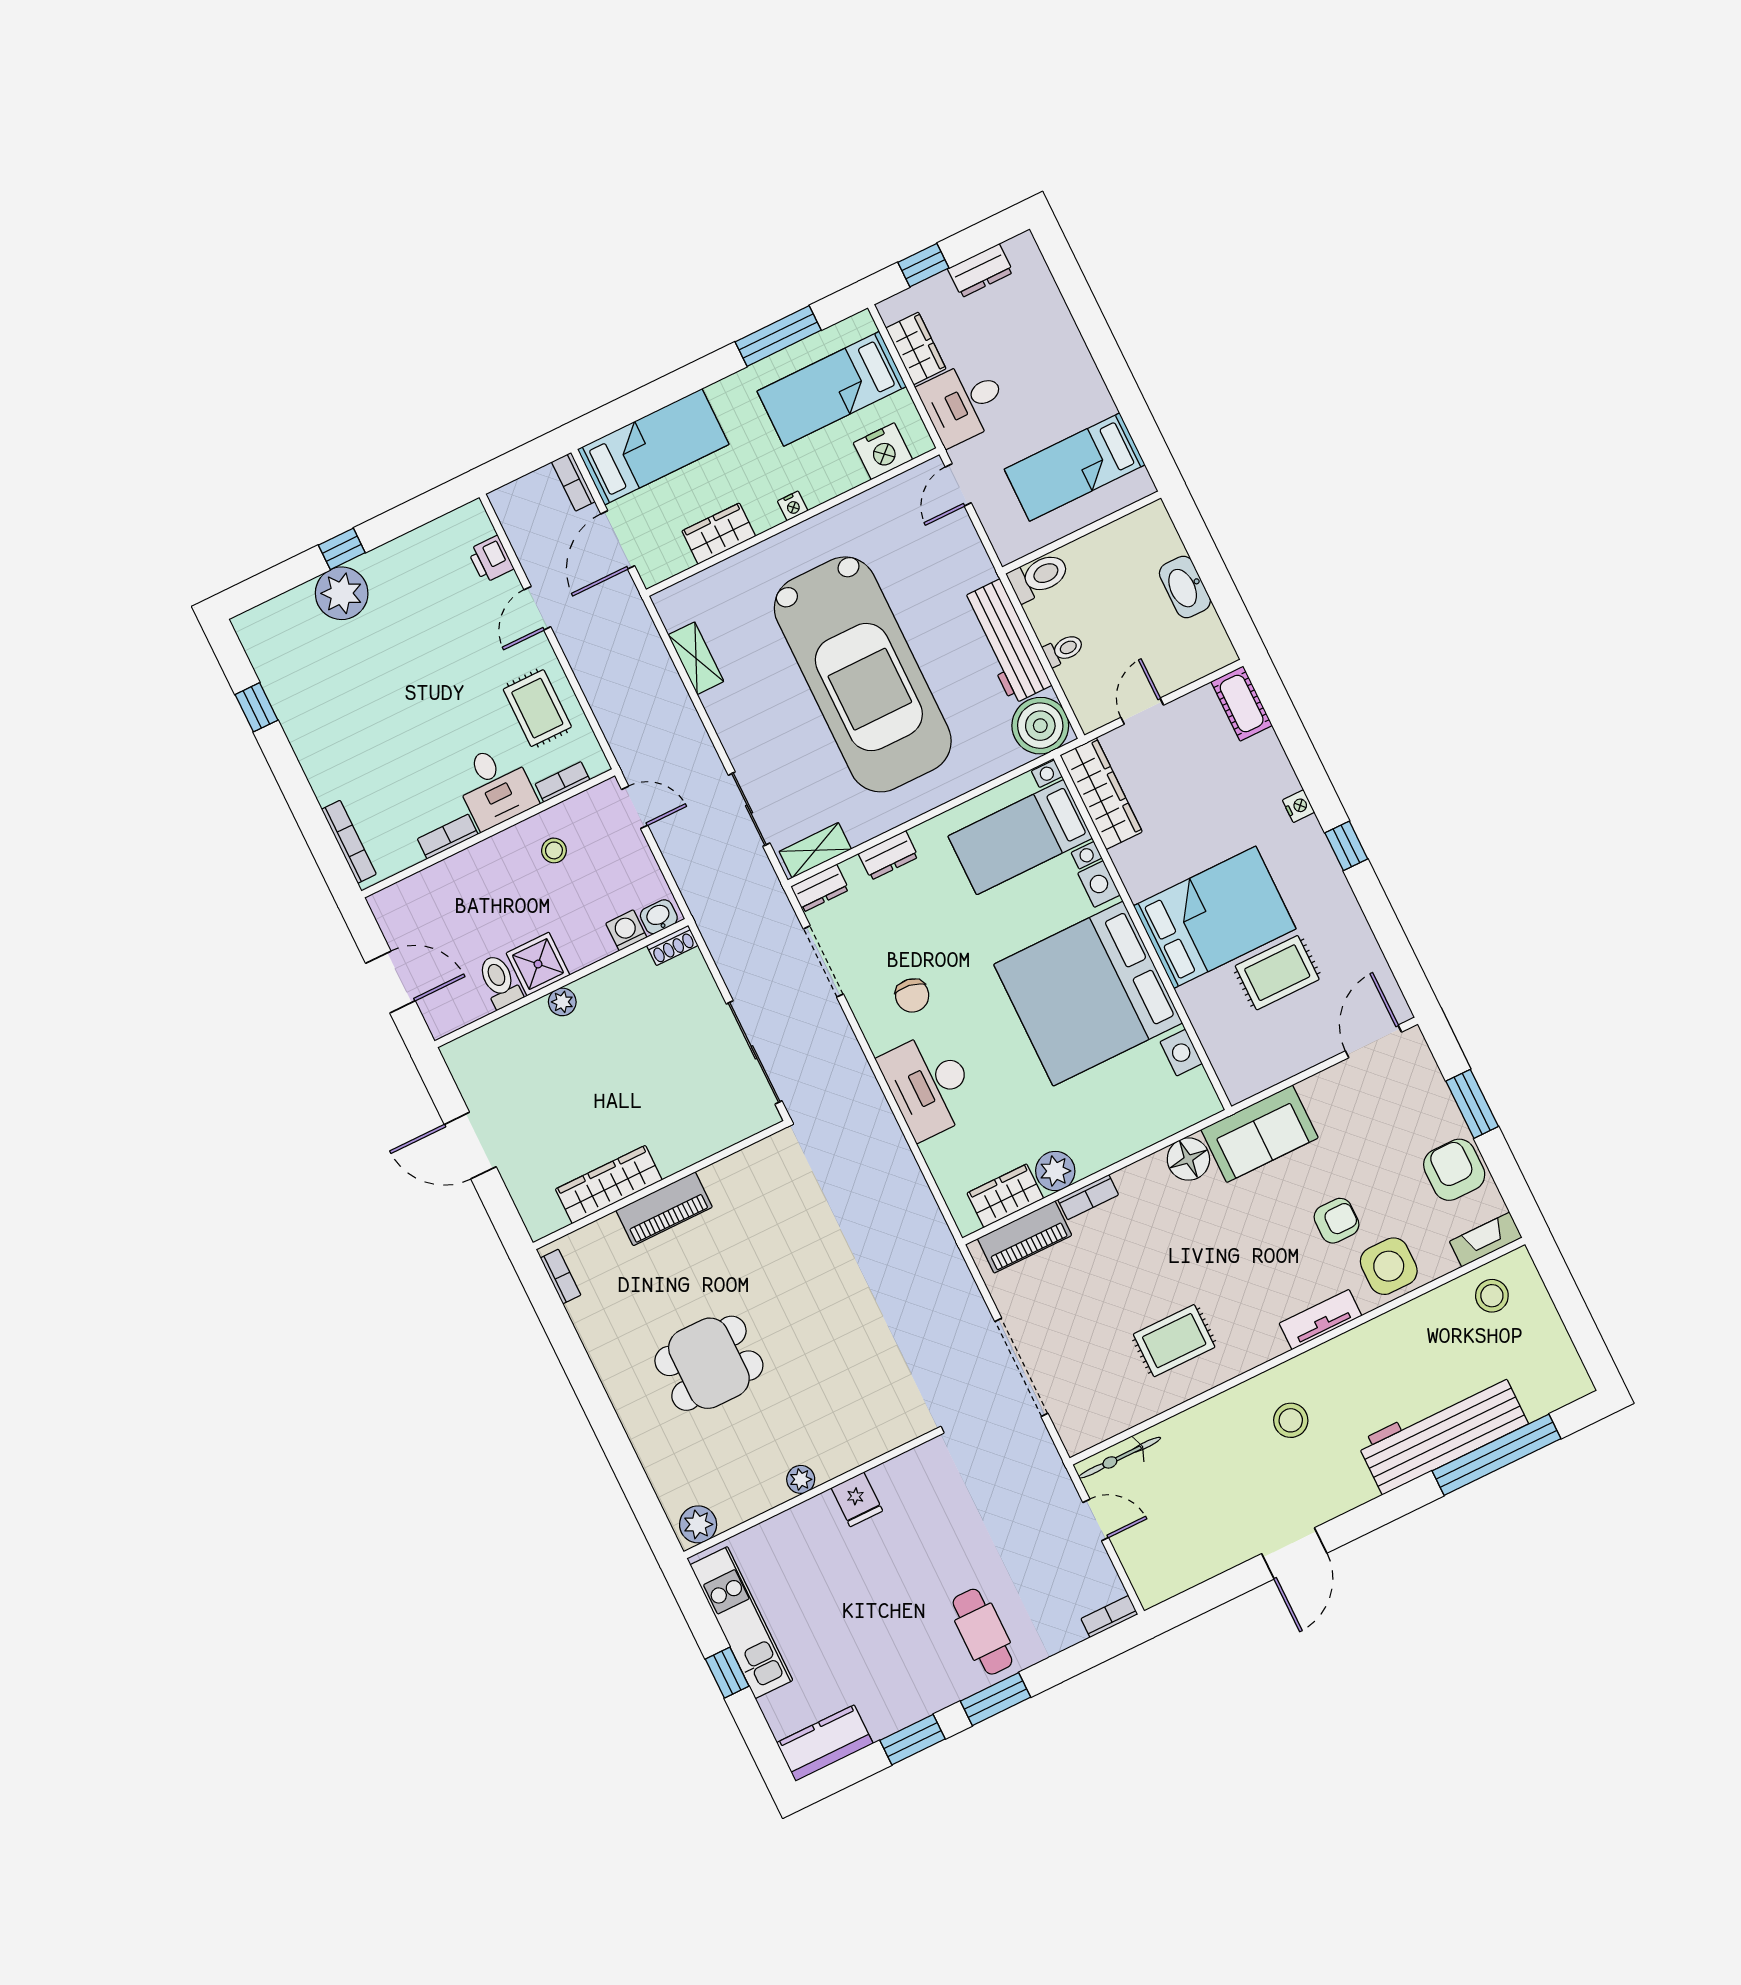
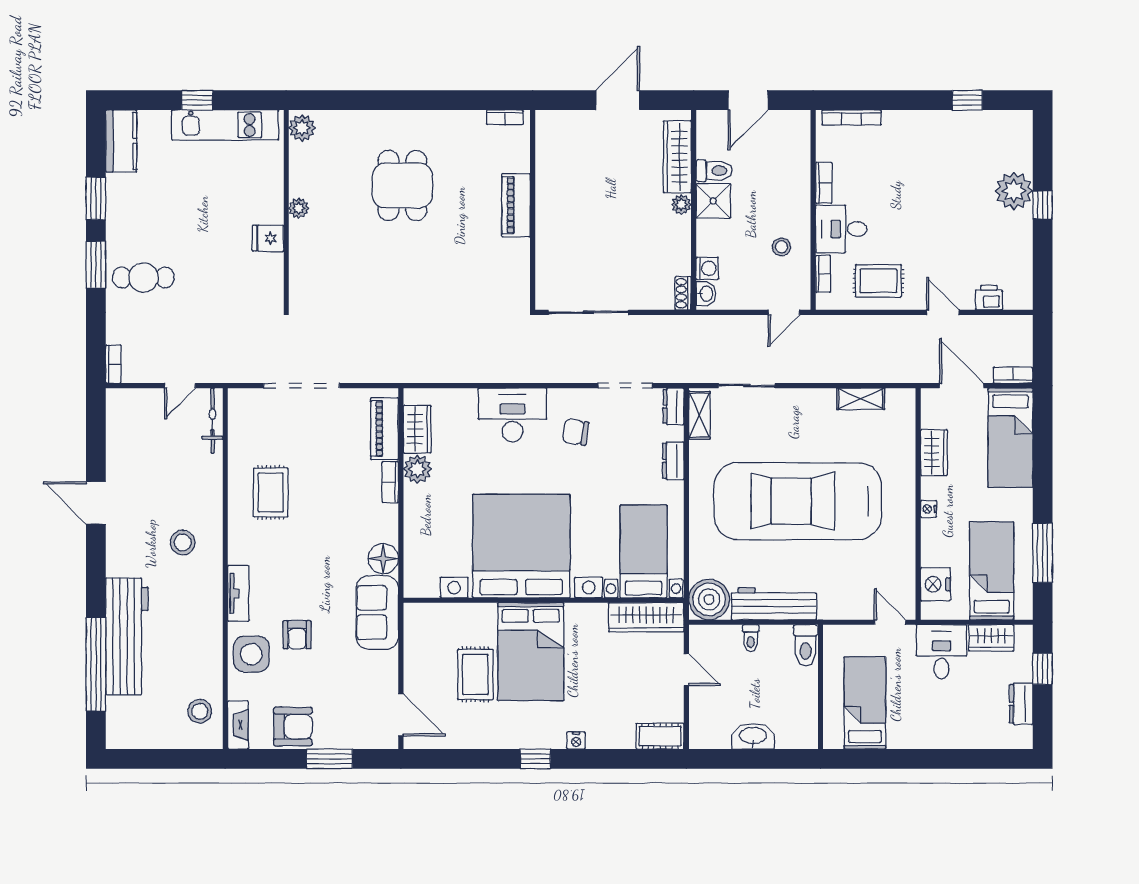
wardrobe: (609, 1185) -> (677, 157), moved, turned 180

